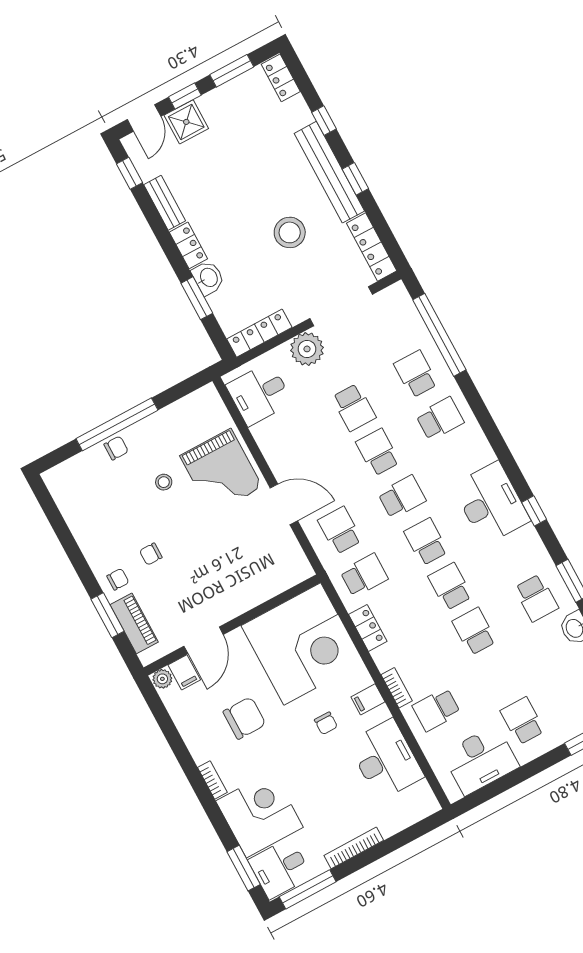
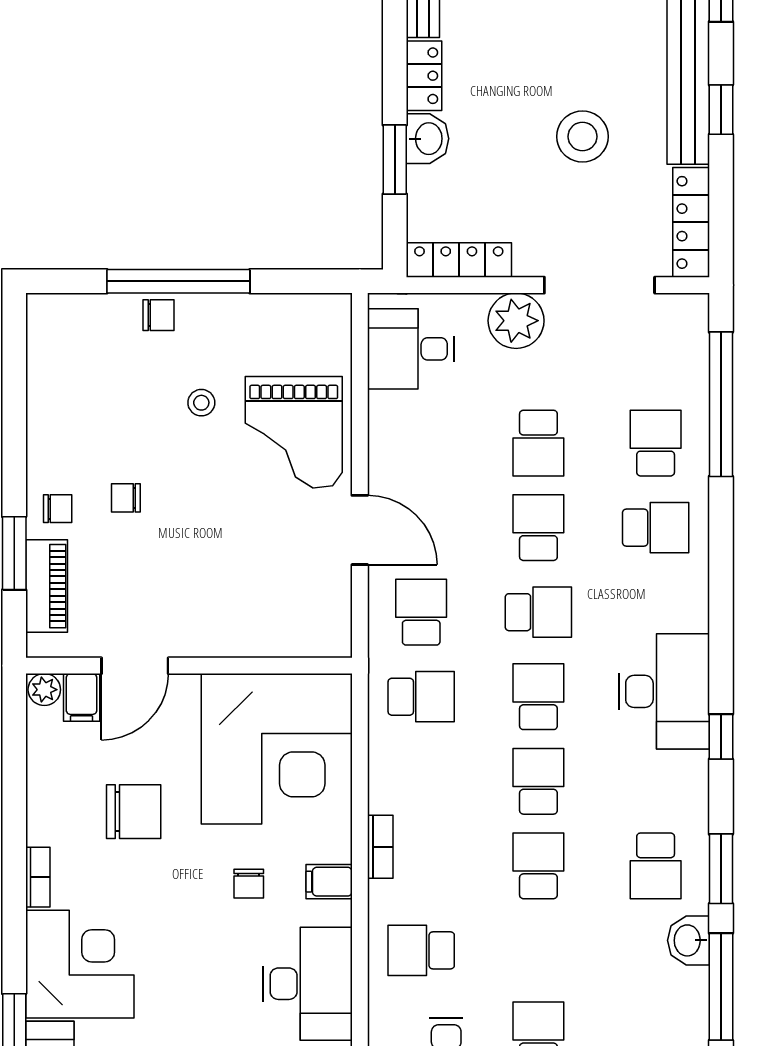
locker: (368, 628) -> (385, 777), removed
bookcase: (397, 688) -> (380, 847), moved

